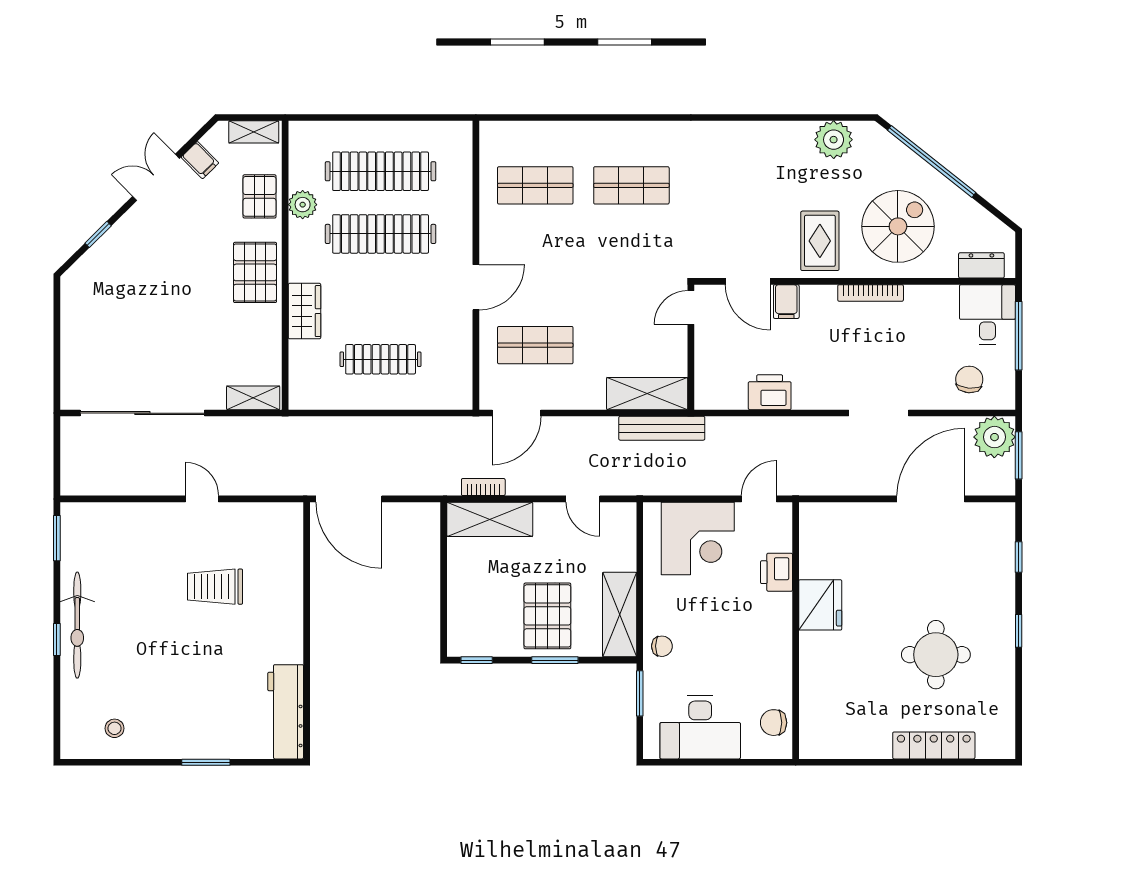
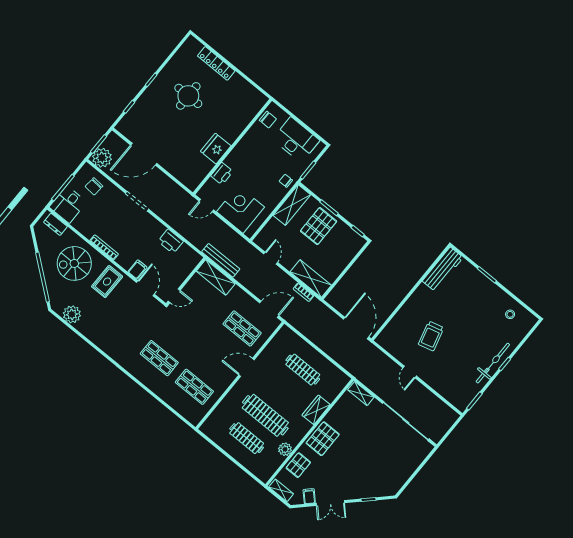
clothes rail: (381, 171) -> (247, 438), width x0.73, depth x0.76
trolley: (215, 587) -> (431, 336), turned 75

